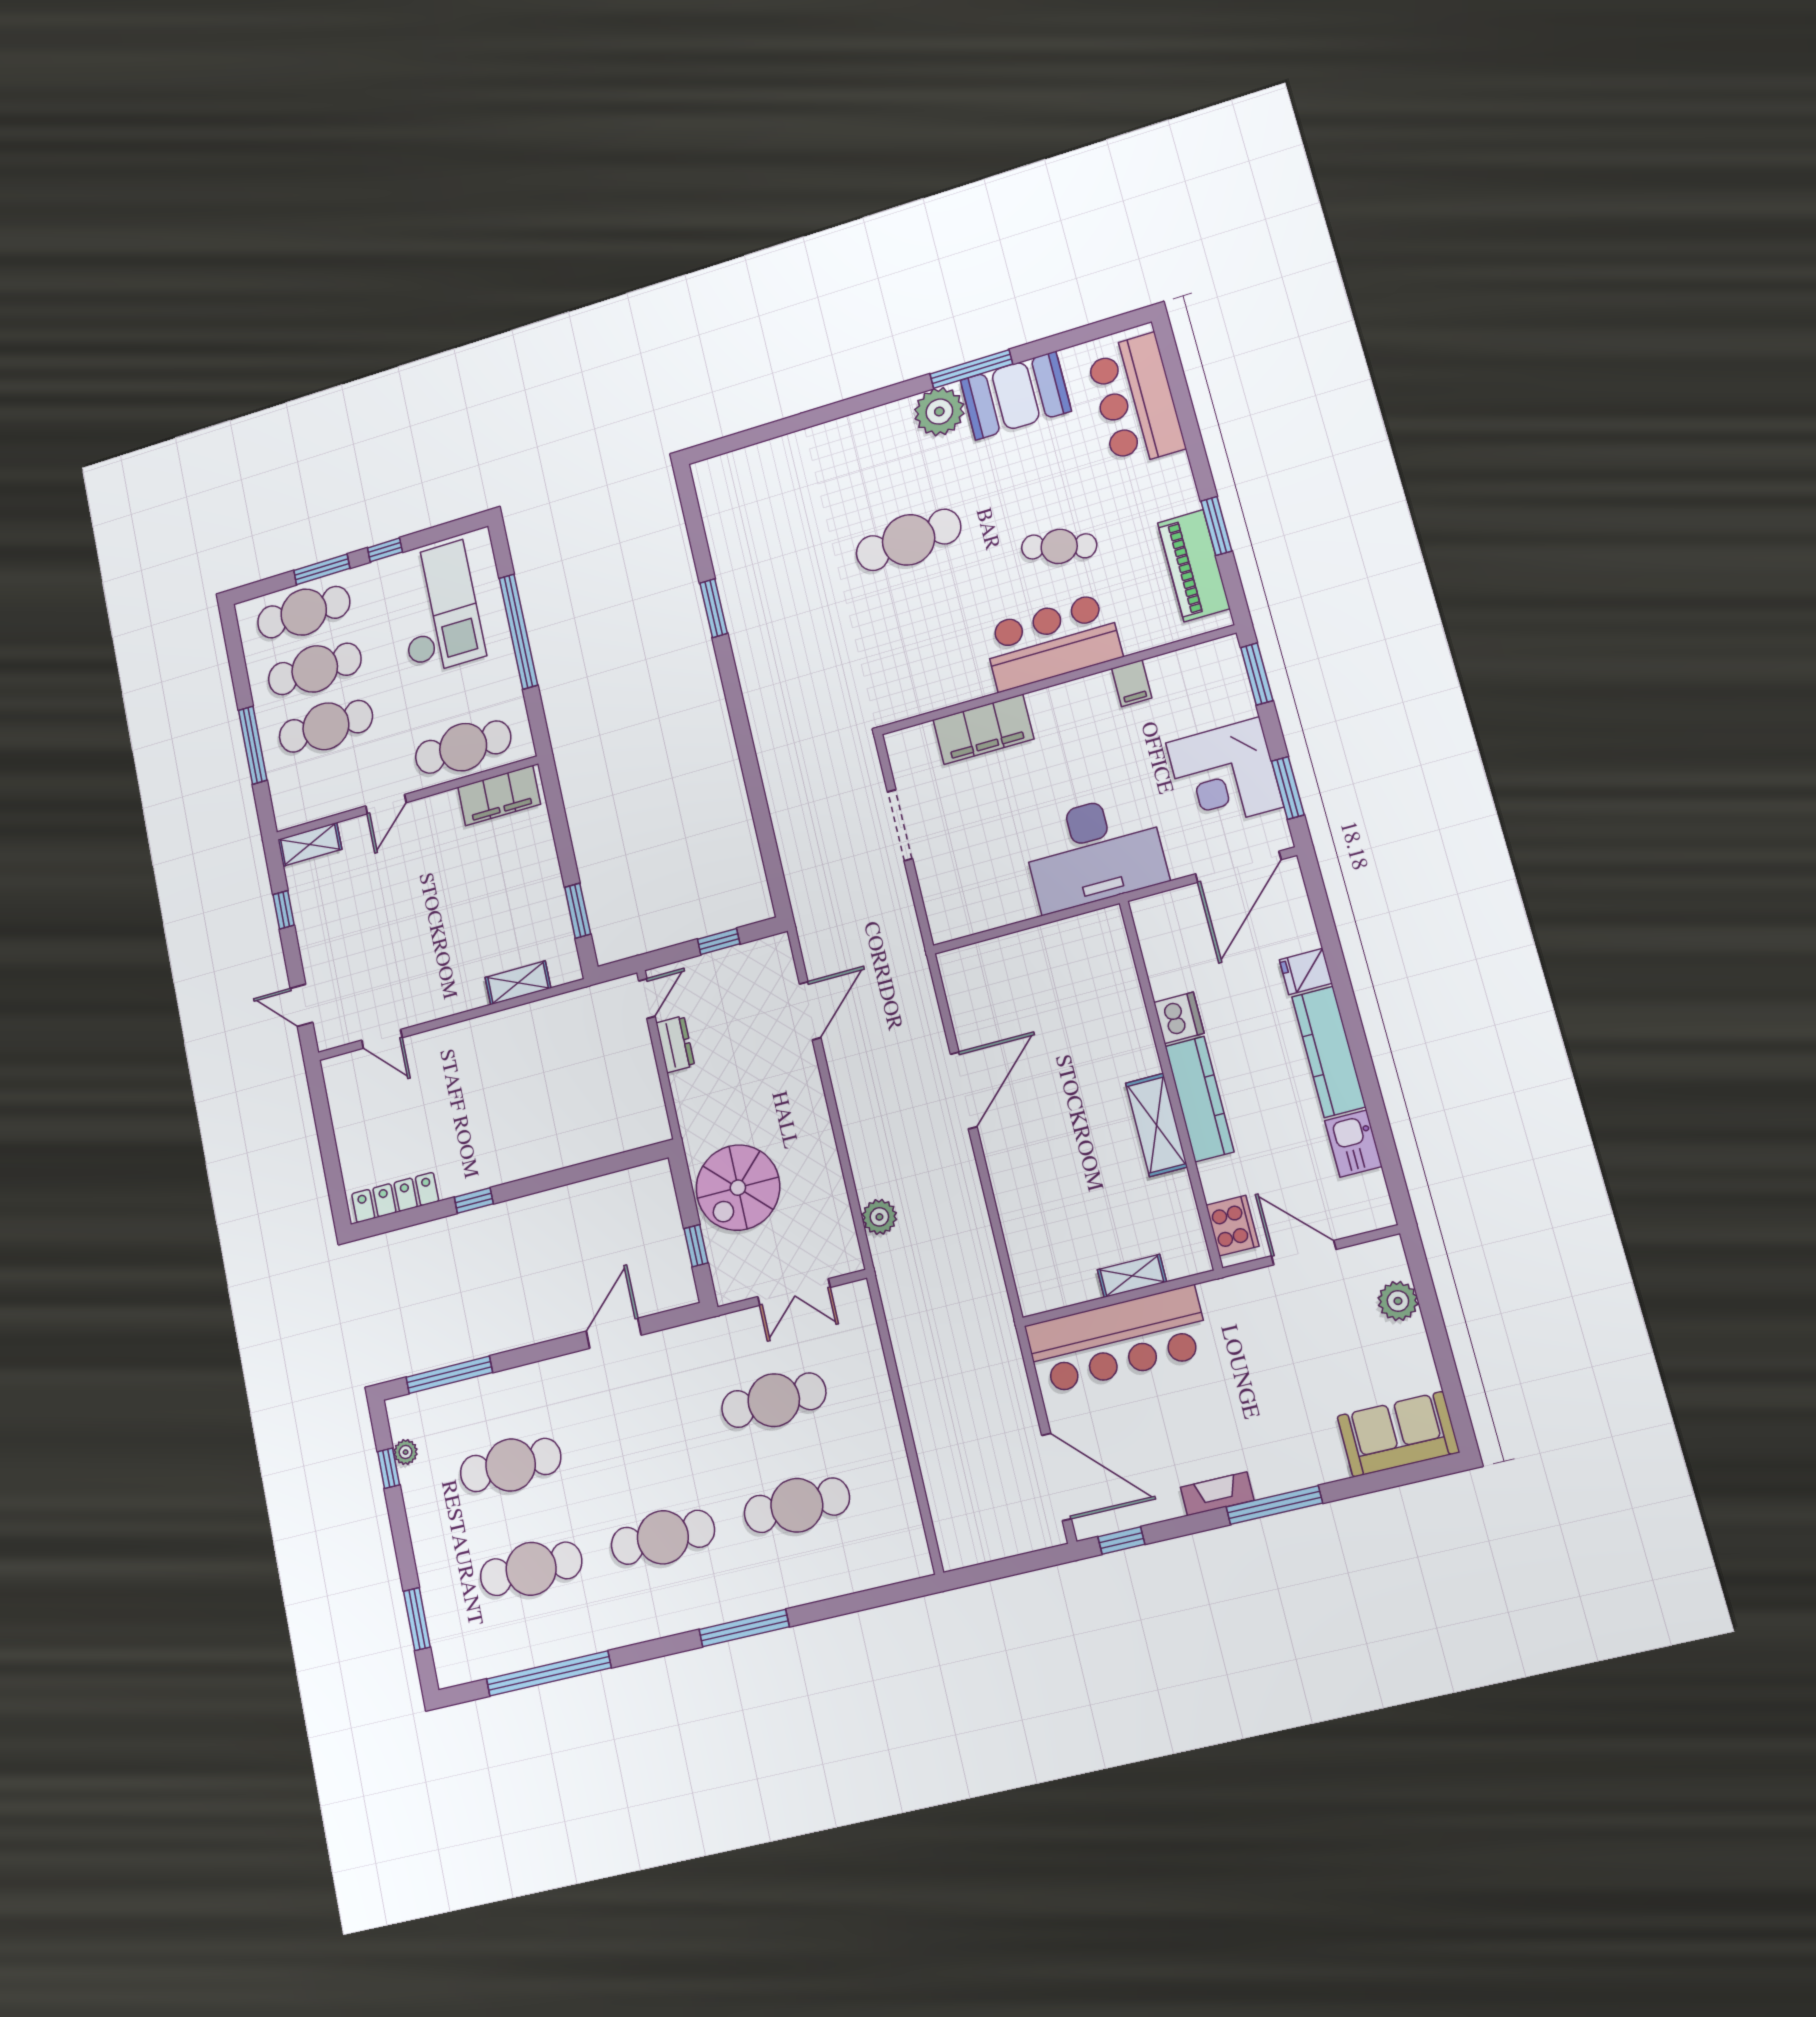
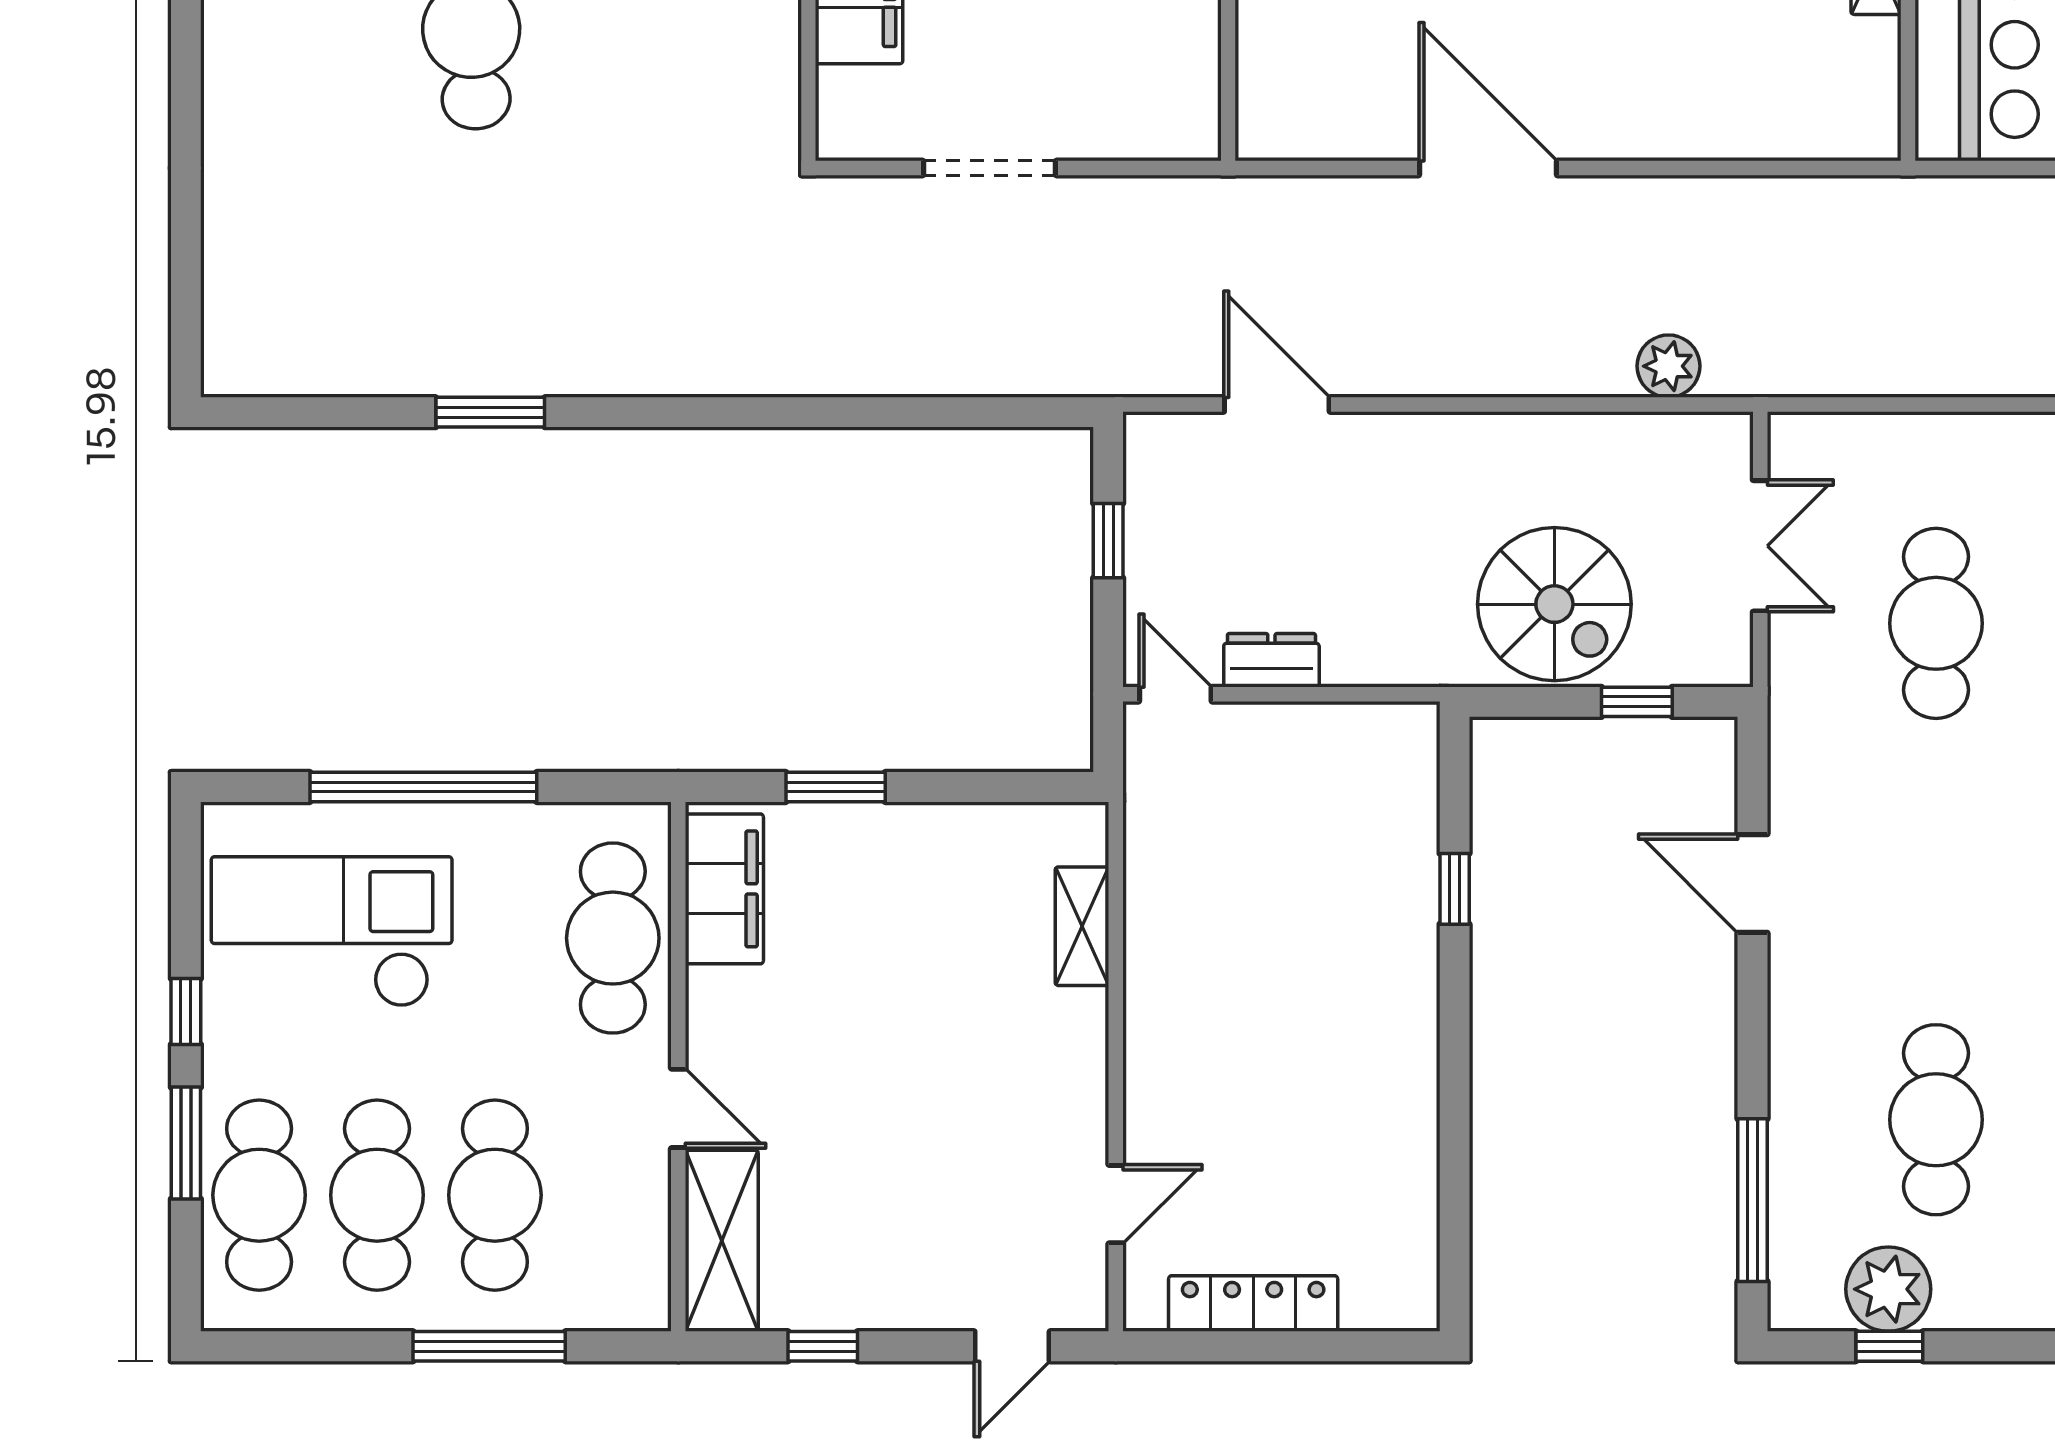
shelving: (310, 844) -> (722, 1241), width x1.50, depth x1.33
window: (578, 911) -> (836, 787), moved
locker: (395, 1198) -> (1253, 1304), moved, turned 90
window: (474, 1200) -> (1455, 889), moved
plant: (406, 1452) -> (1888, 1289), width x1.87, depth x1.87

